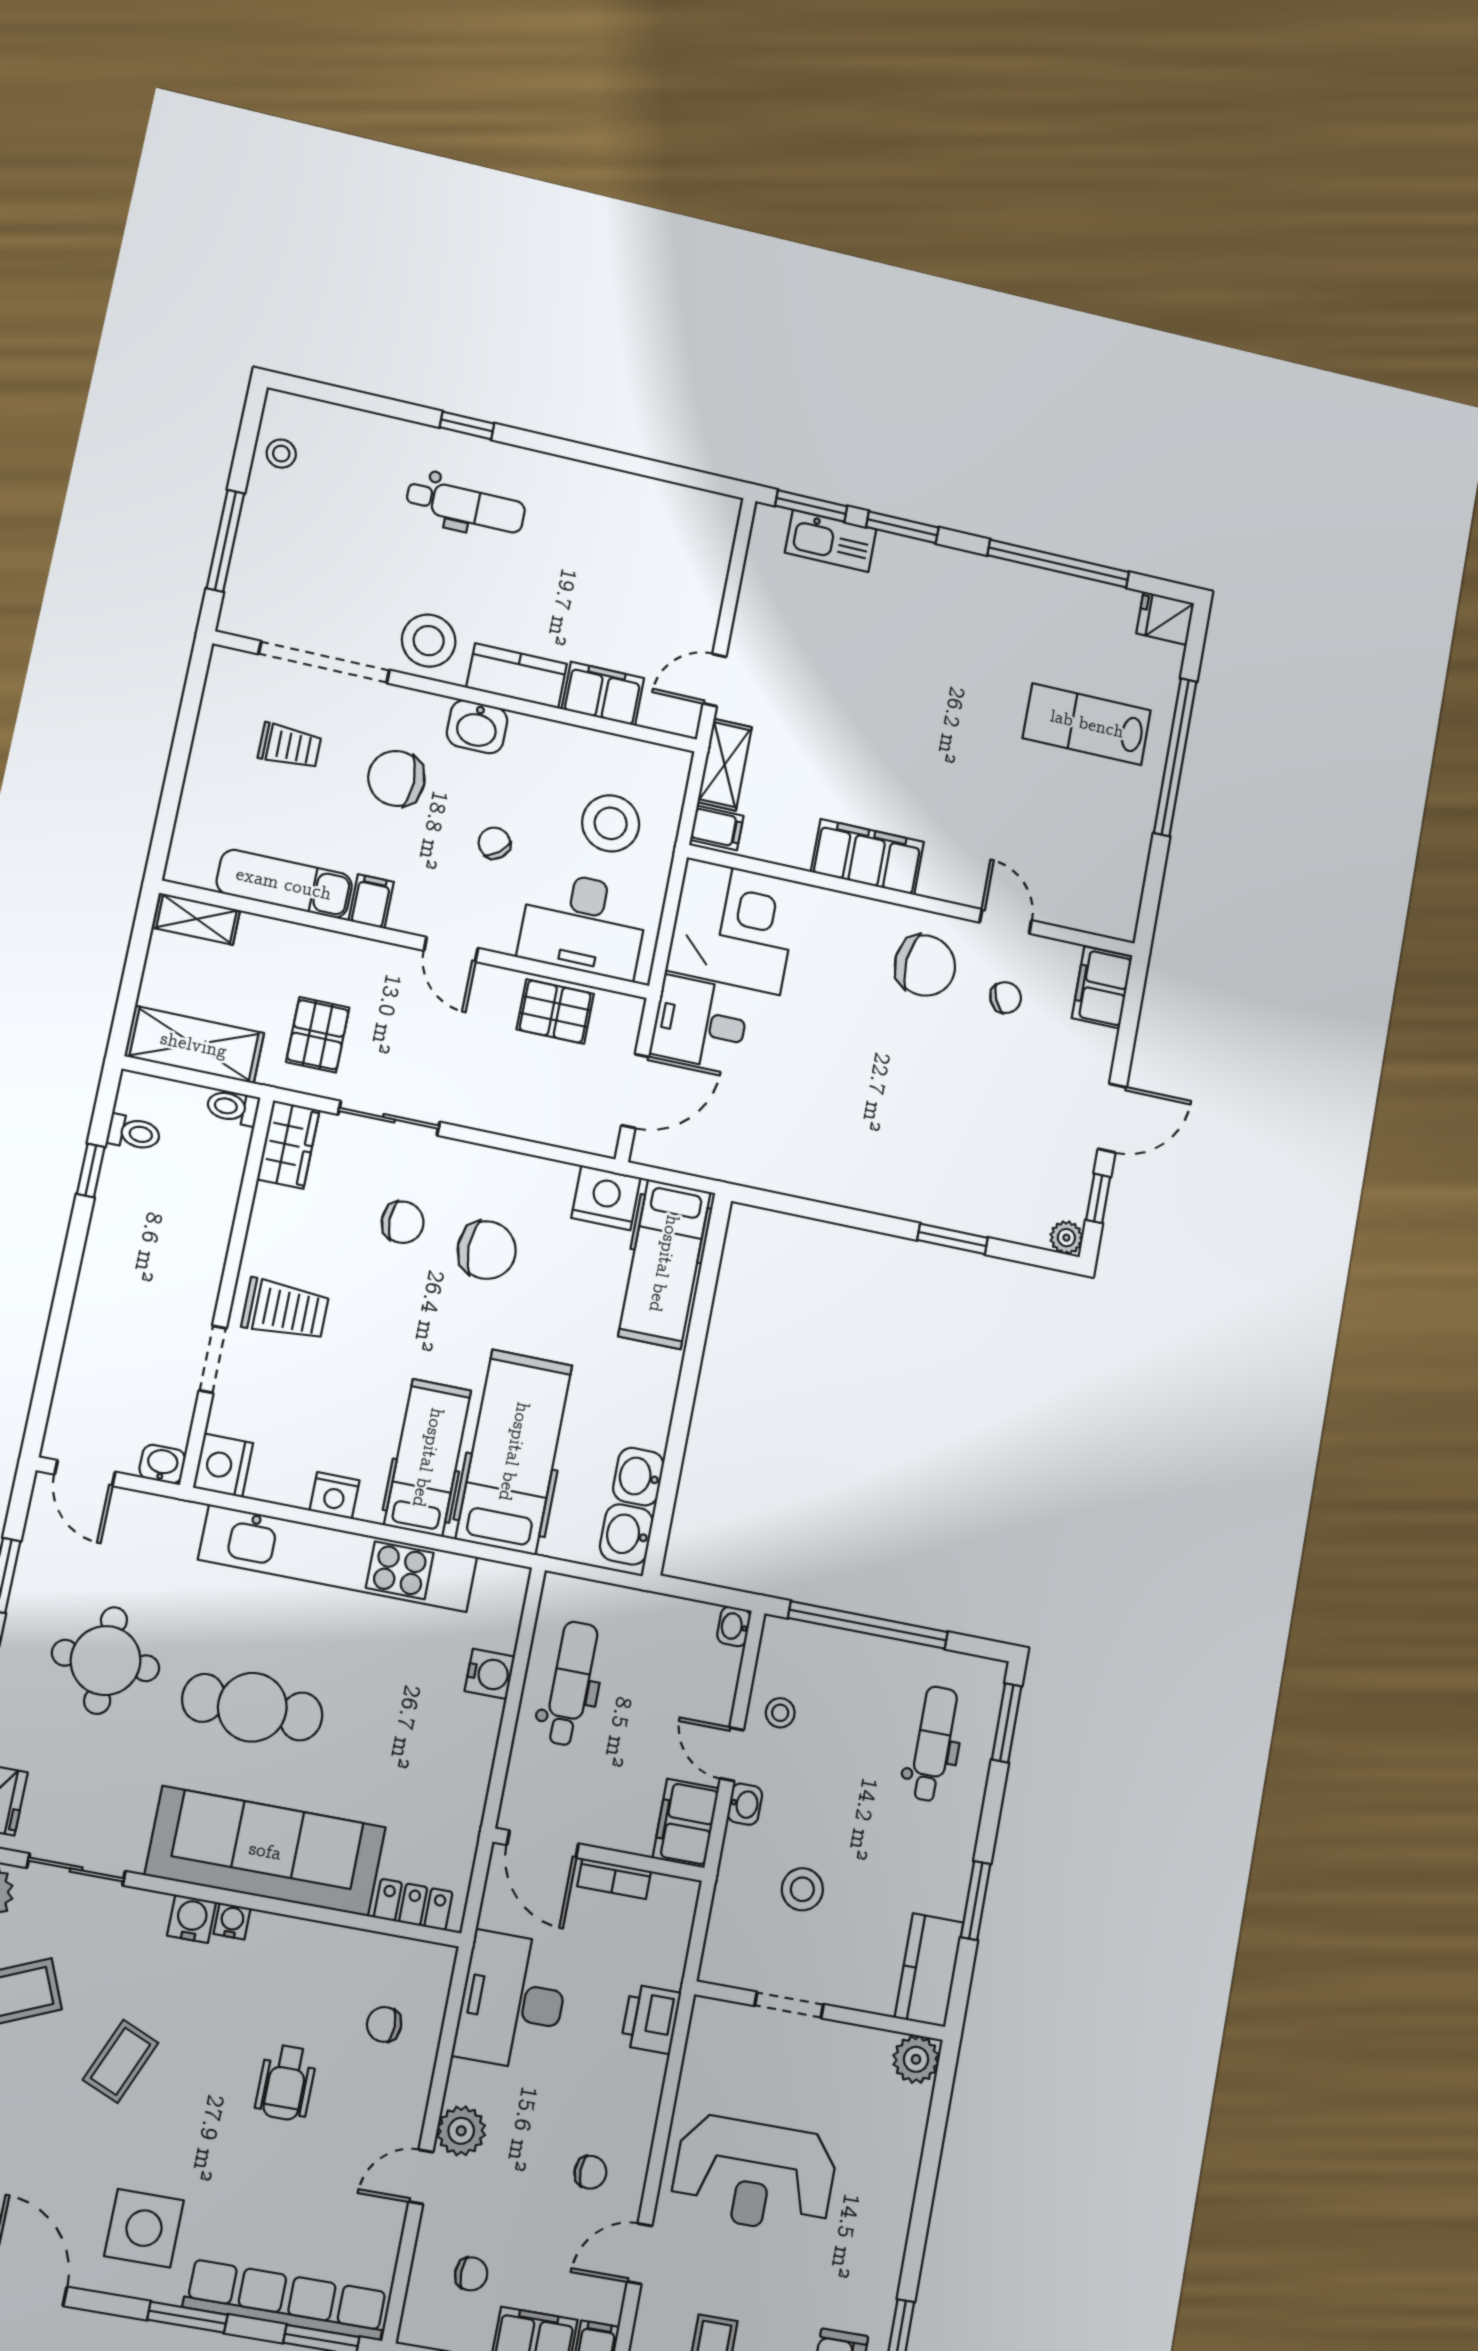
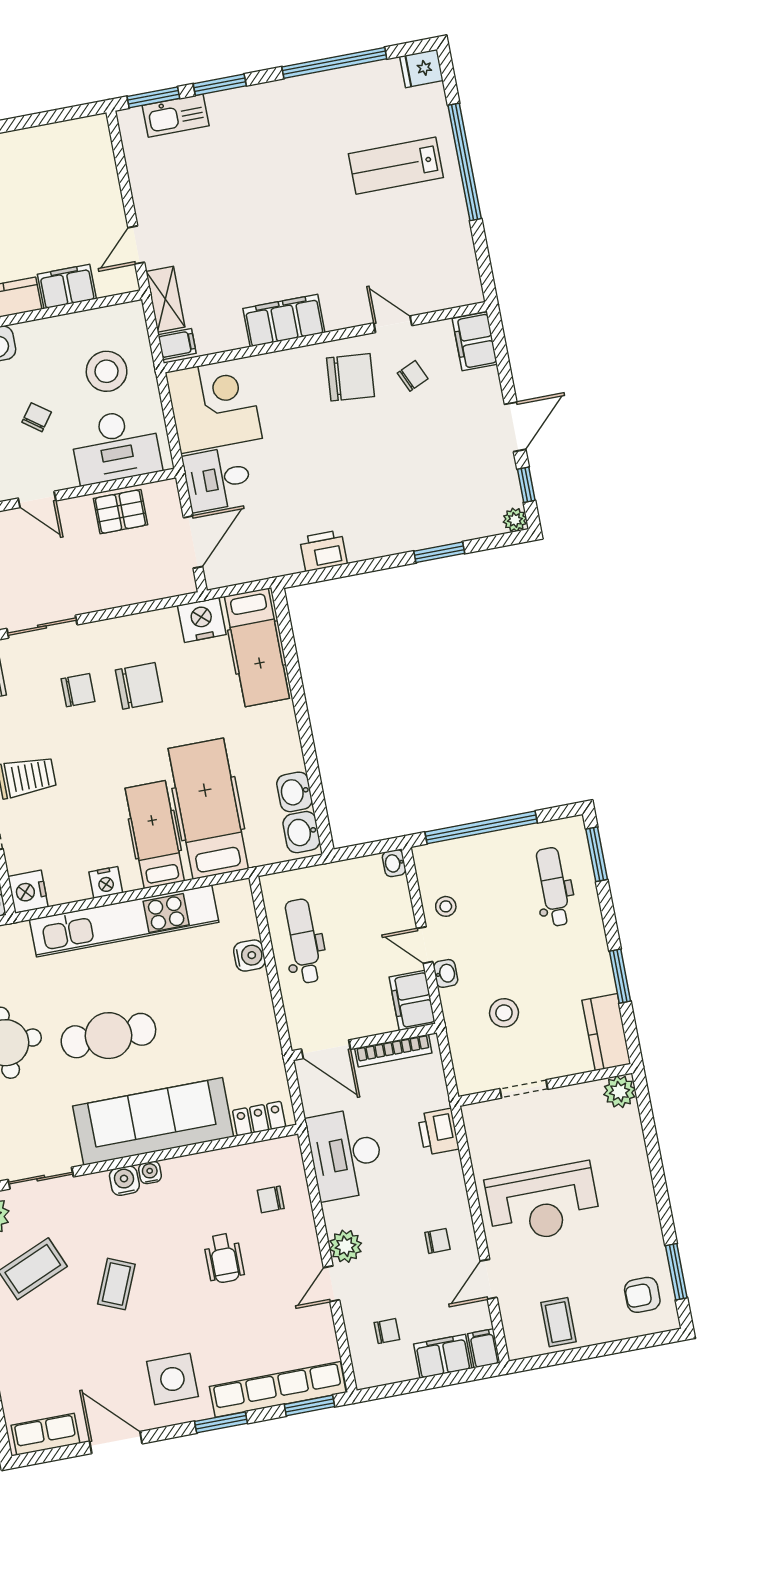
chair: (494, 843) -> (37, 417), turned 76
printer: (802, 1174) -> (323, 551), added
bookcase: (614, 1879) -> (393, 1051), width x1.56

